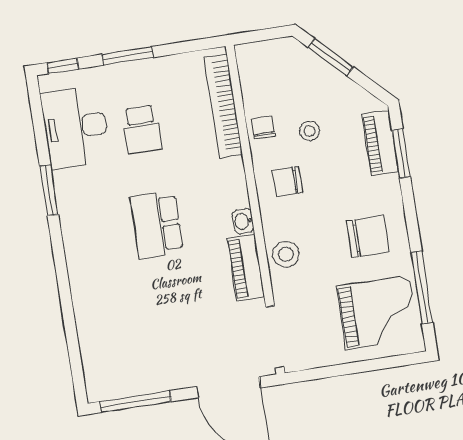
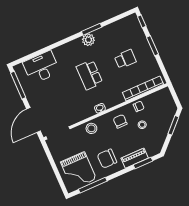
desk: (75, 127) -> (41, 67), moved
school desk: (142, 129) -> (125, 59), turned 180
piano: (380, 143) -> (135, 158), moved
plant: (72, 205) -> (88, 40), added
school desk: (157, 225) -> (89, 75), turned -90
chair: (368, 236) -> (107, 159), turned 90
piano: (246, 267) -> (82, 114), removed

